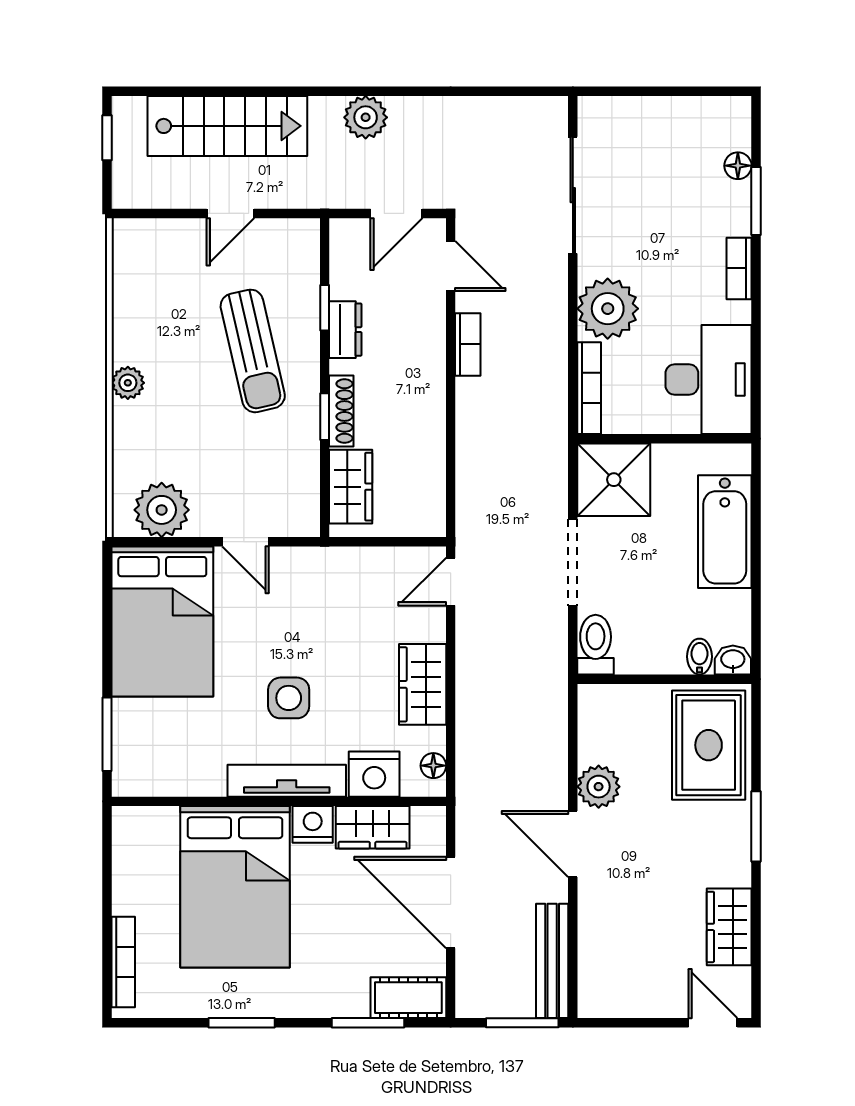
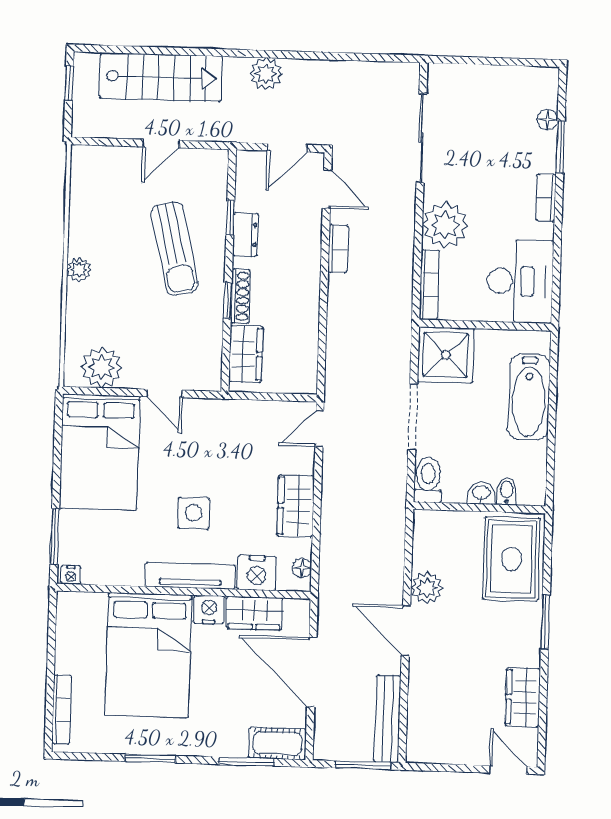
washbasin: (733, 660) -> (481, 493), moved
nightstand: (130, 785) -> (71, 575), added

